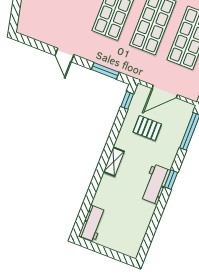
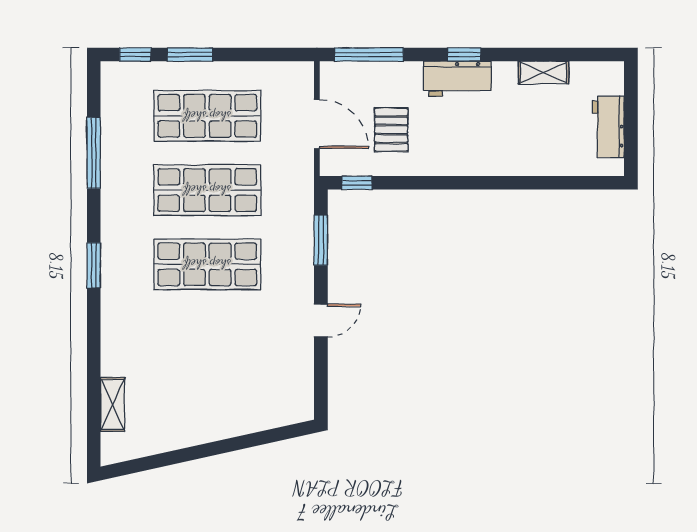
shelving: (114, 162) -> (543, 73), moved
workbench: (155, 184) -> (457, 79), moved
workbench: (93, 223) -> (608, 127), moved, turned -90

